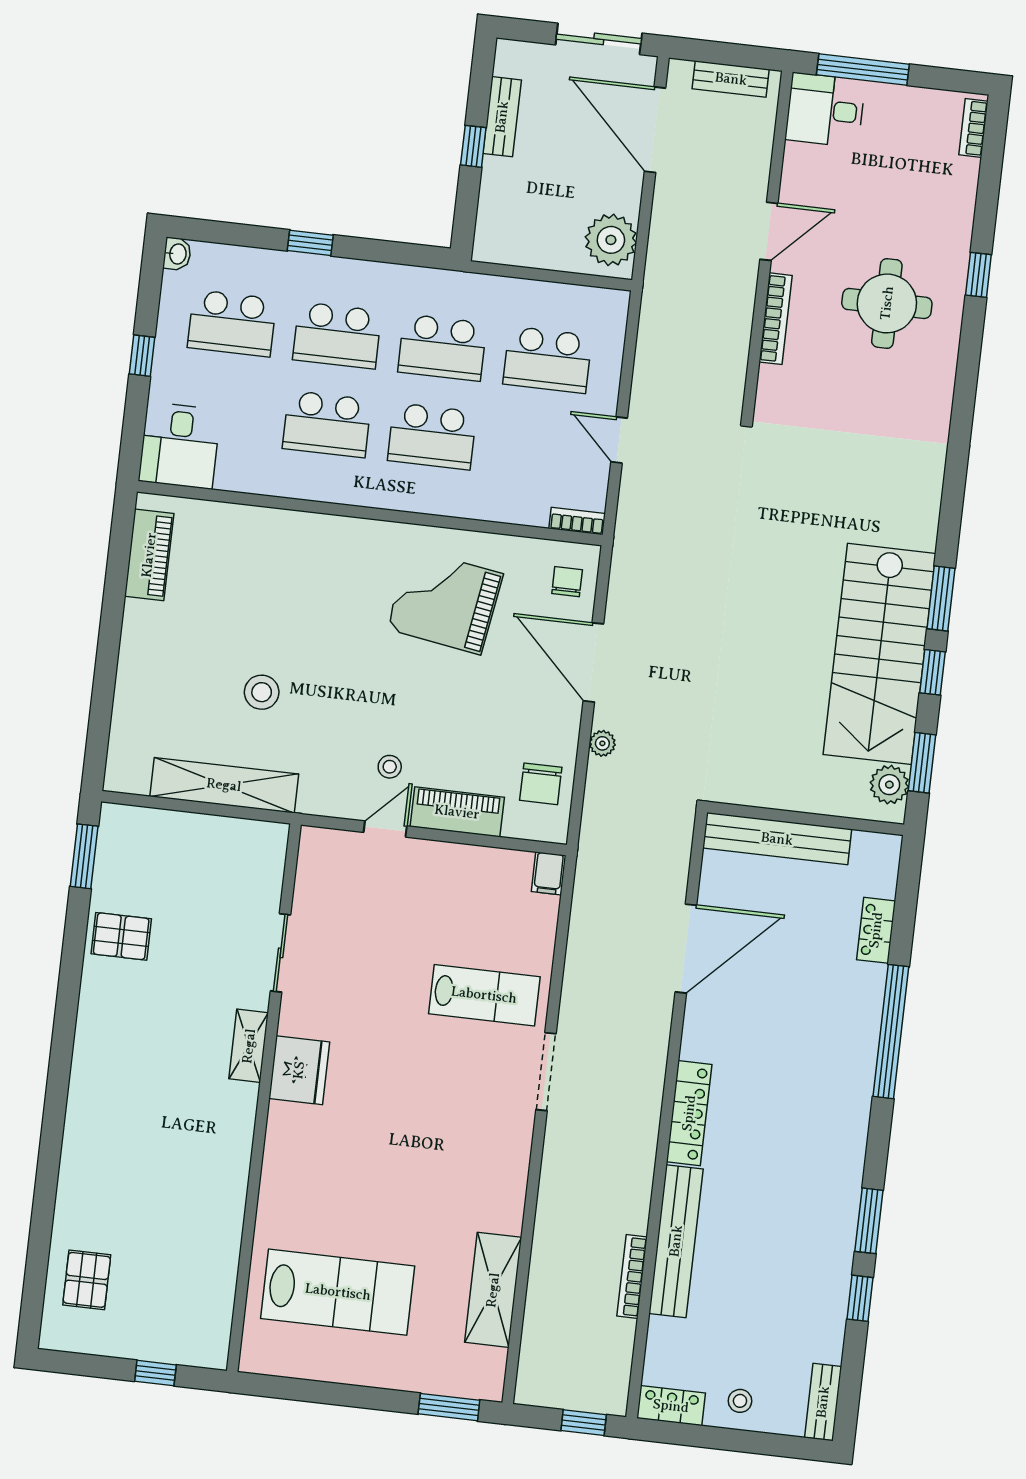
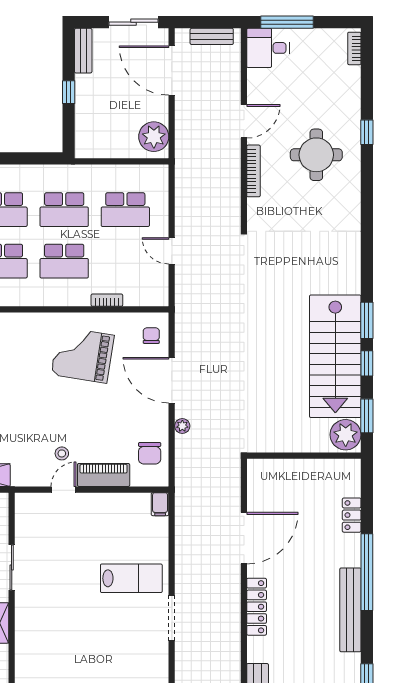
bench: (502, 117) -> (83, 51), moved
bookcase: (577, 521) -> (107, 300), moved
plant: (889, 785) -> (346, 435), width x1.36, depth x1.36
bench: (777, 839) -> (350, 610), moved, turned 90
fridge: (299, 1070) -> (30, 634), removed
locker: (689, 1113) -> (257, 607), moved

